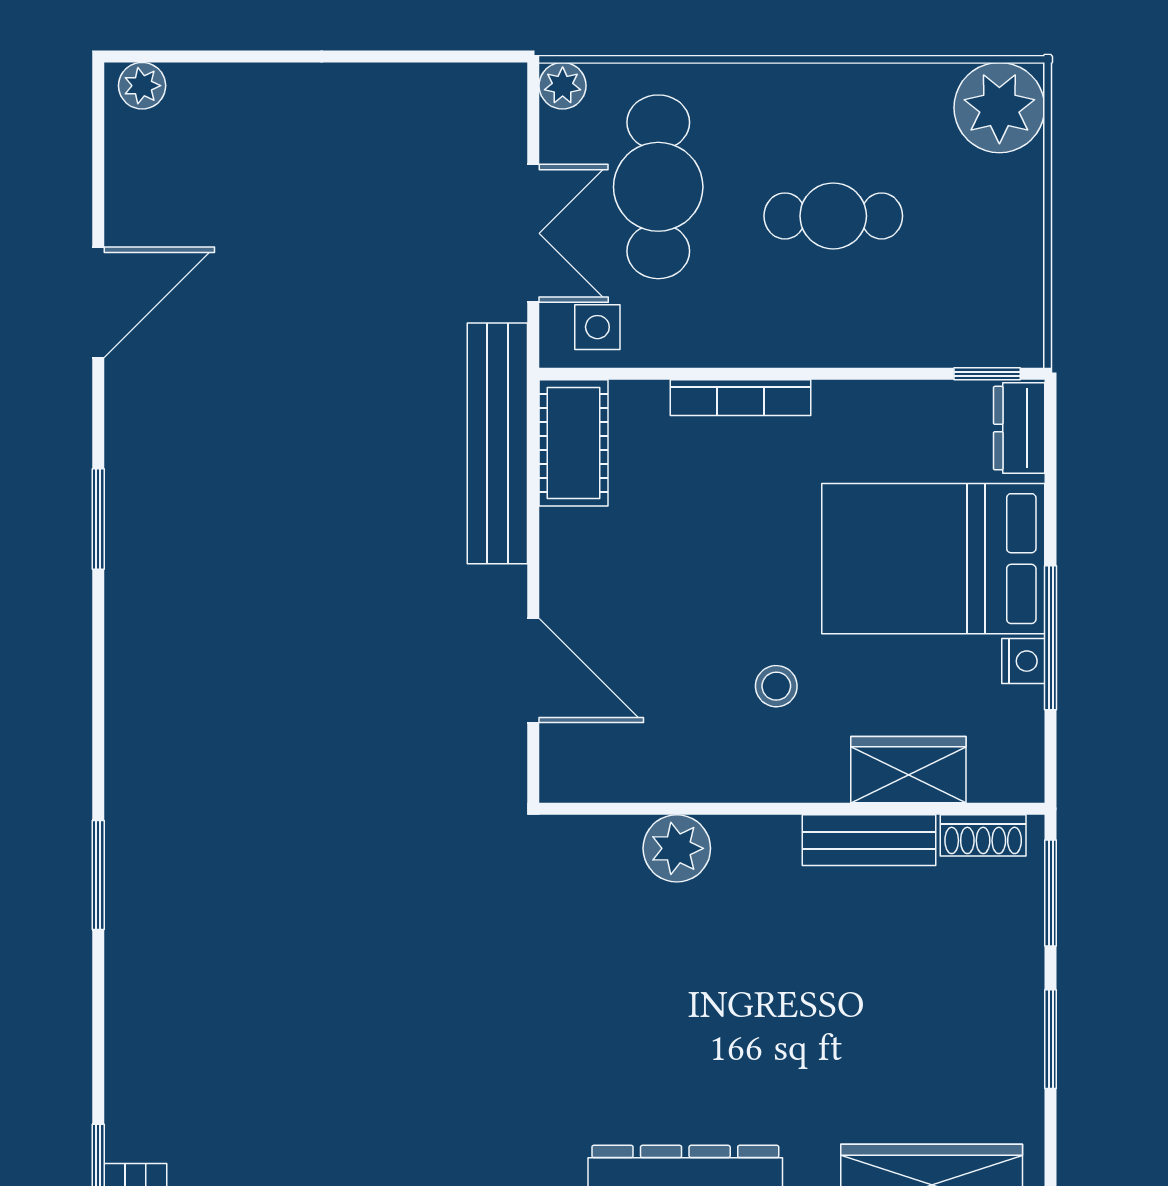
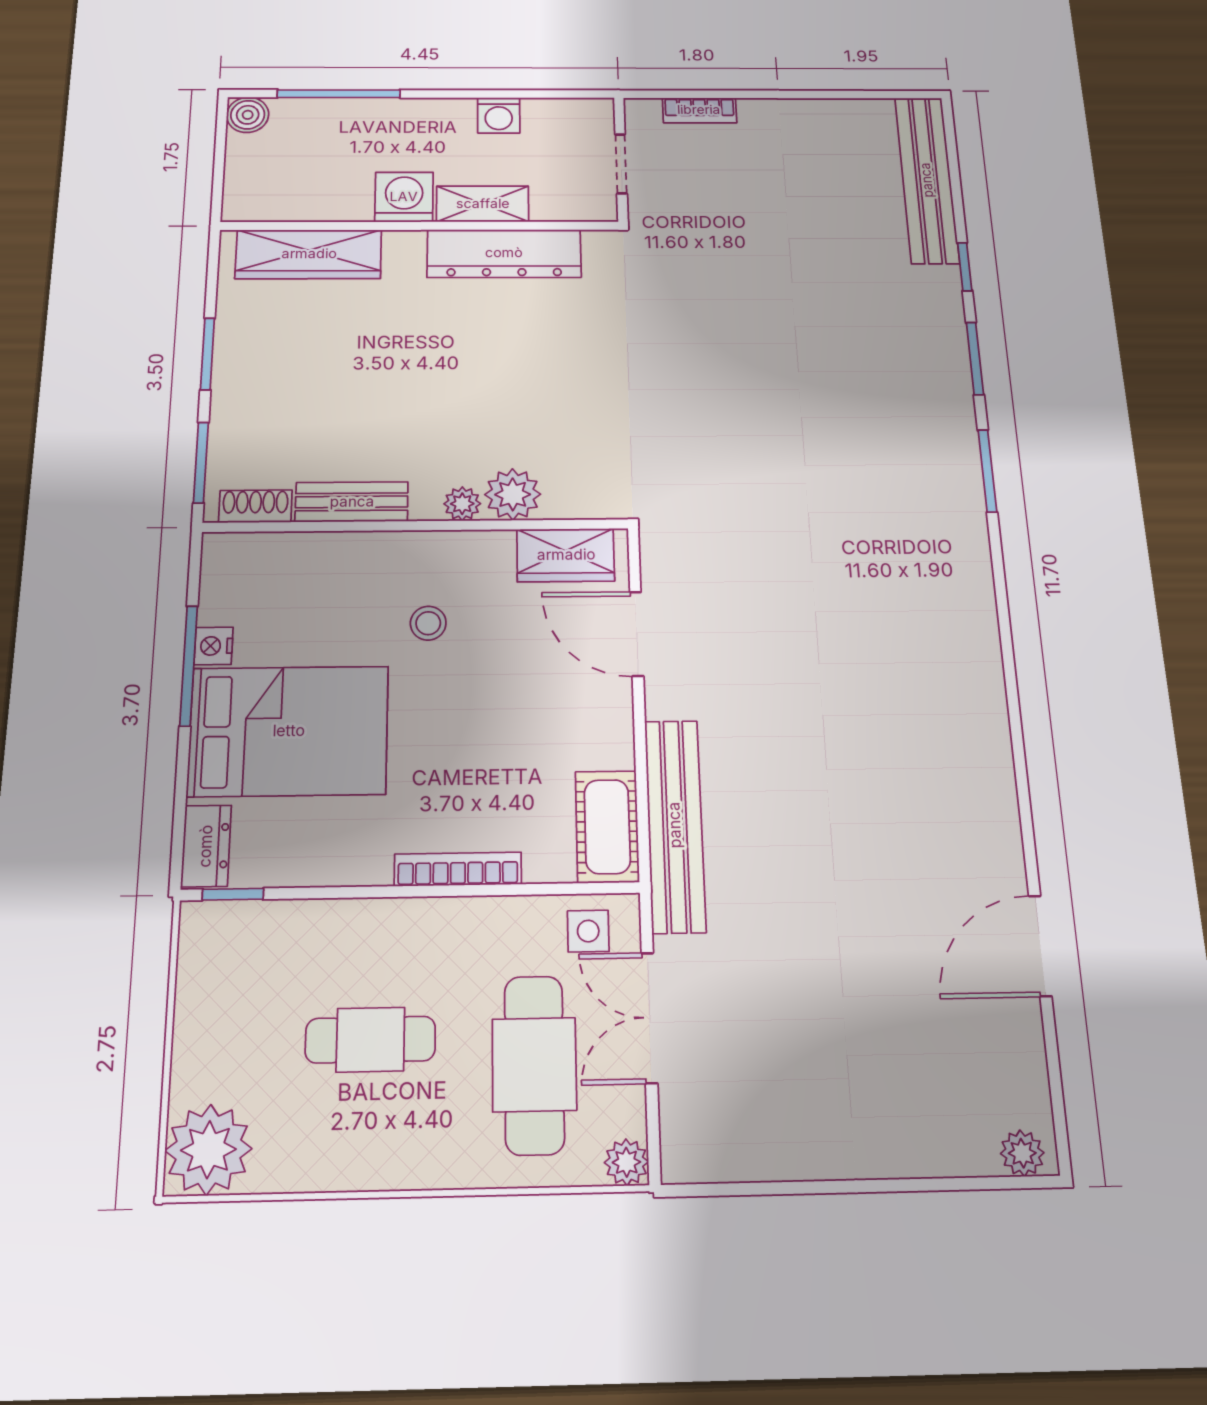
window: (98, 519) -> (975, 358), moved
wardrobe: (908, 770) -> (566, 555), moved
plant: (737, 837) -> (462, 504), added

